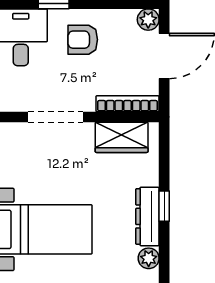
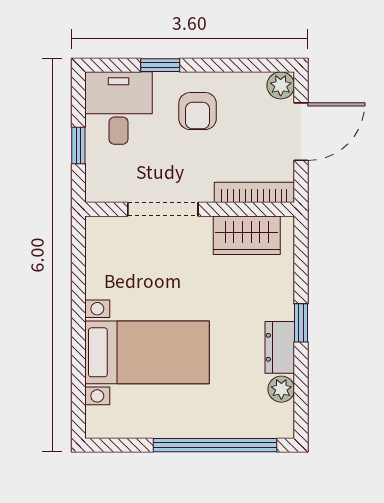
armchair: (83, 40) -> (198, 111), turned -90
dresser: (147, 216) -> (280, 347), width x0.70

